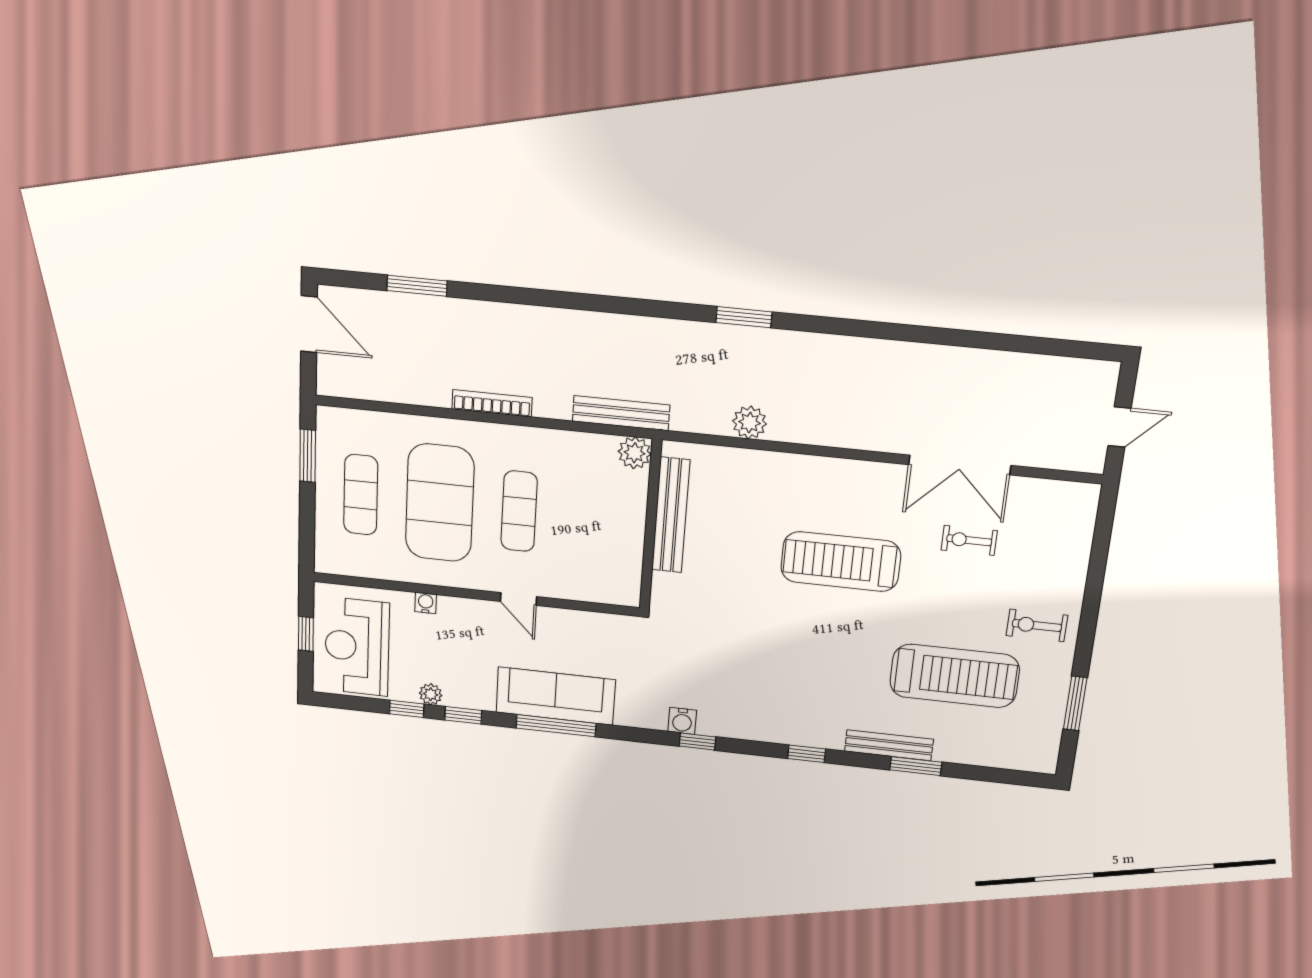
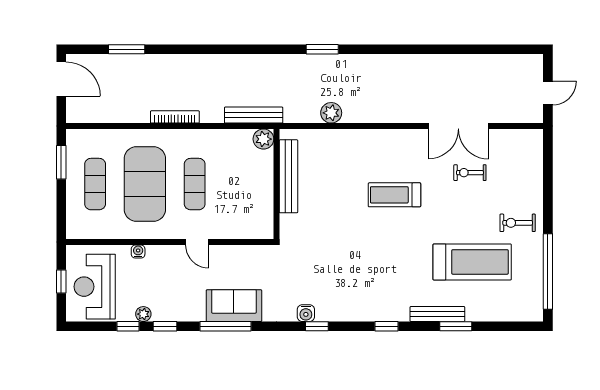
treadmill: (841, 562) -> (394, 195), width x0.73, depth x0.73
sofa: (556, 696) -> (234, 306), width x0.73
window: (1075, 703) -> (548, 272), width x2.11

